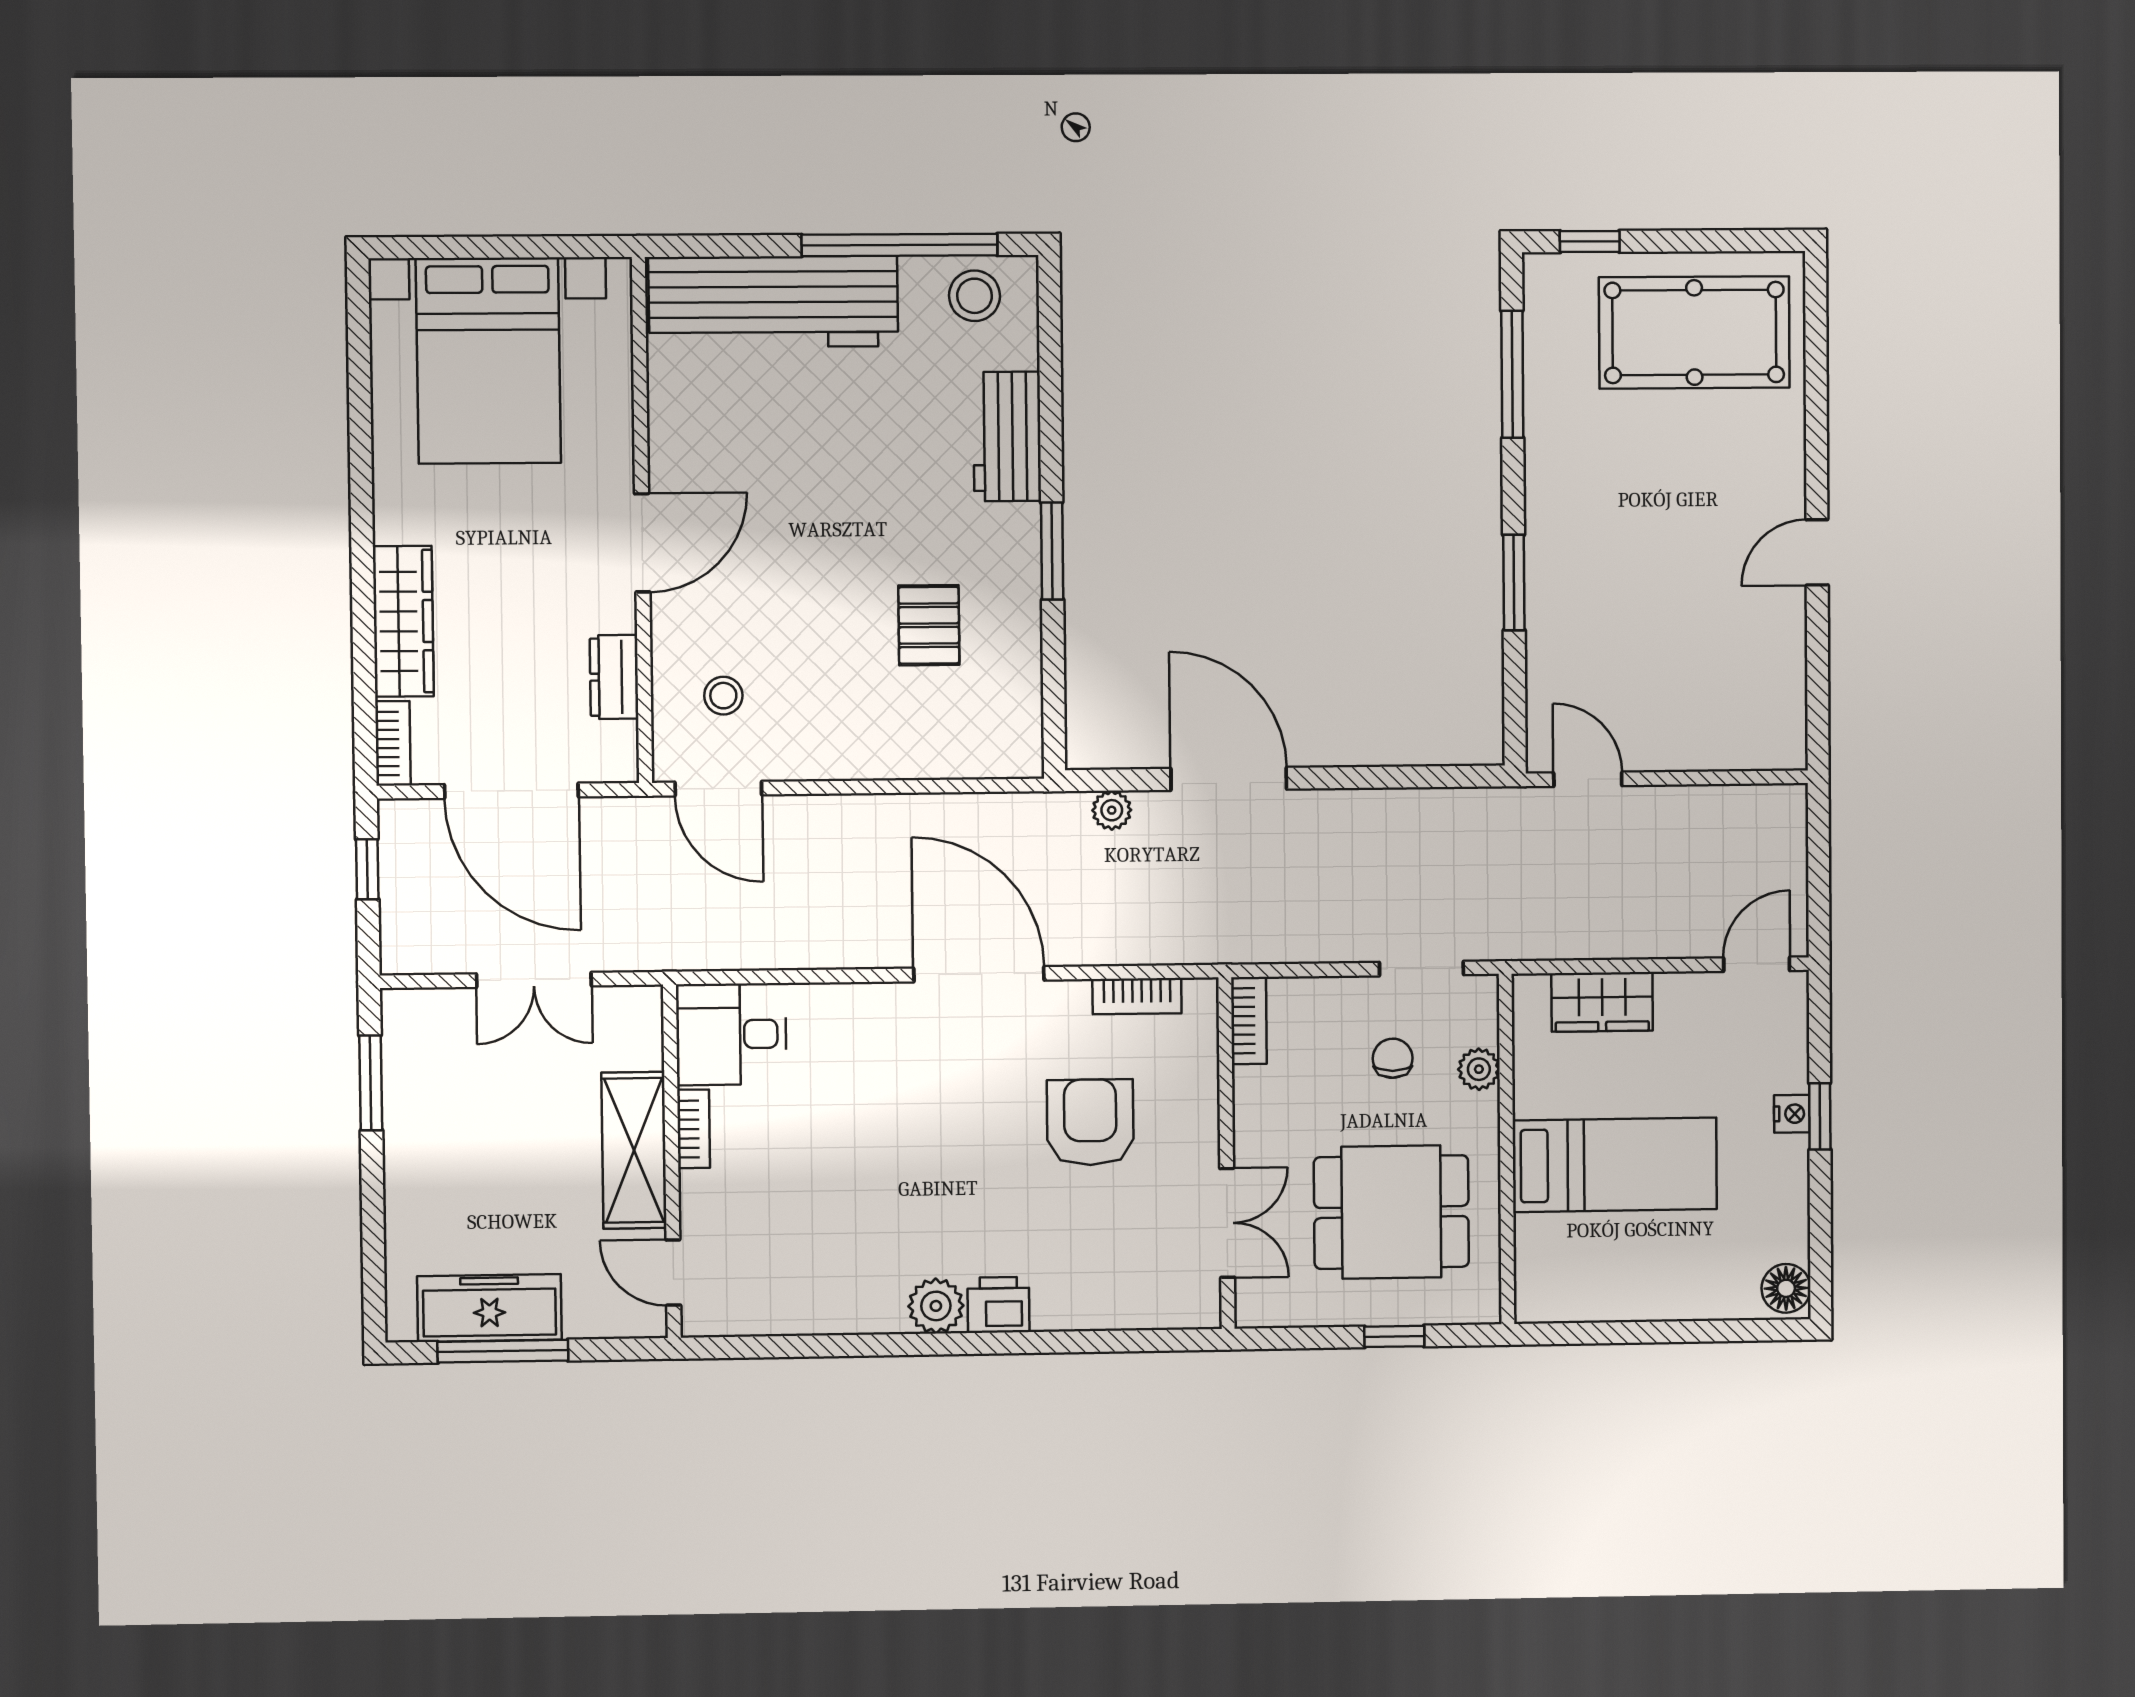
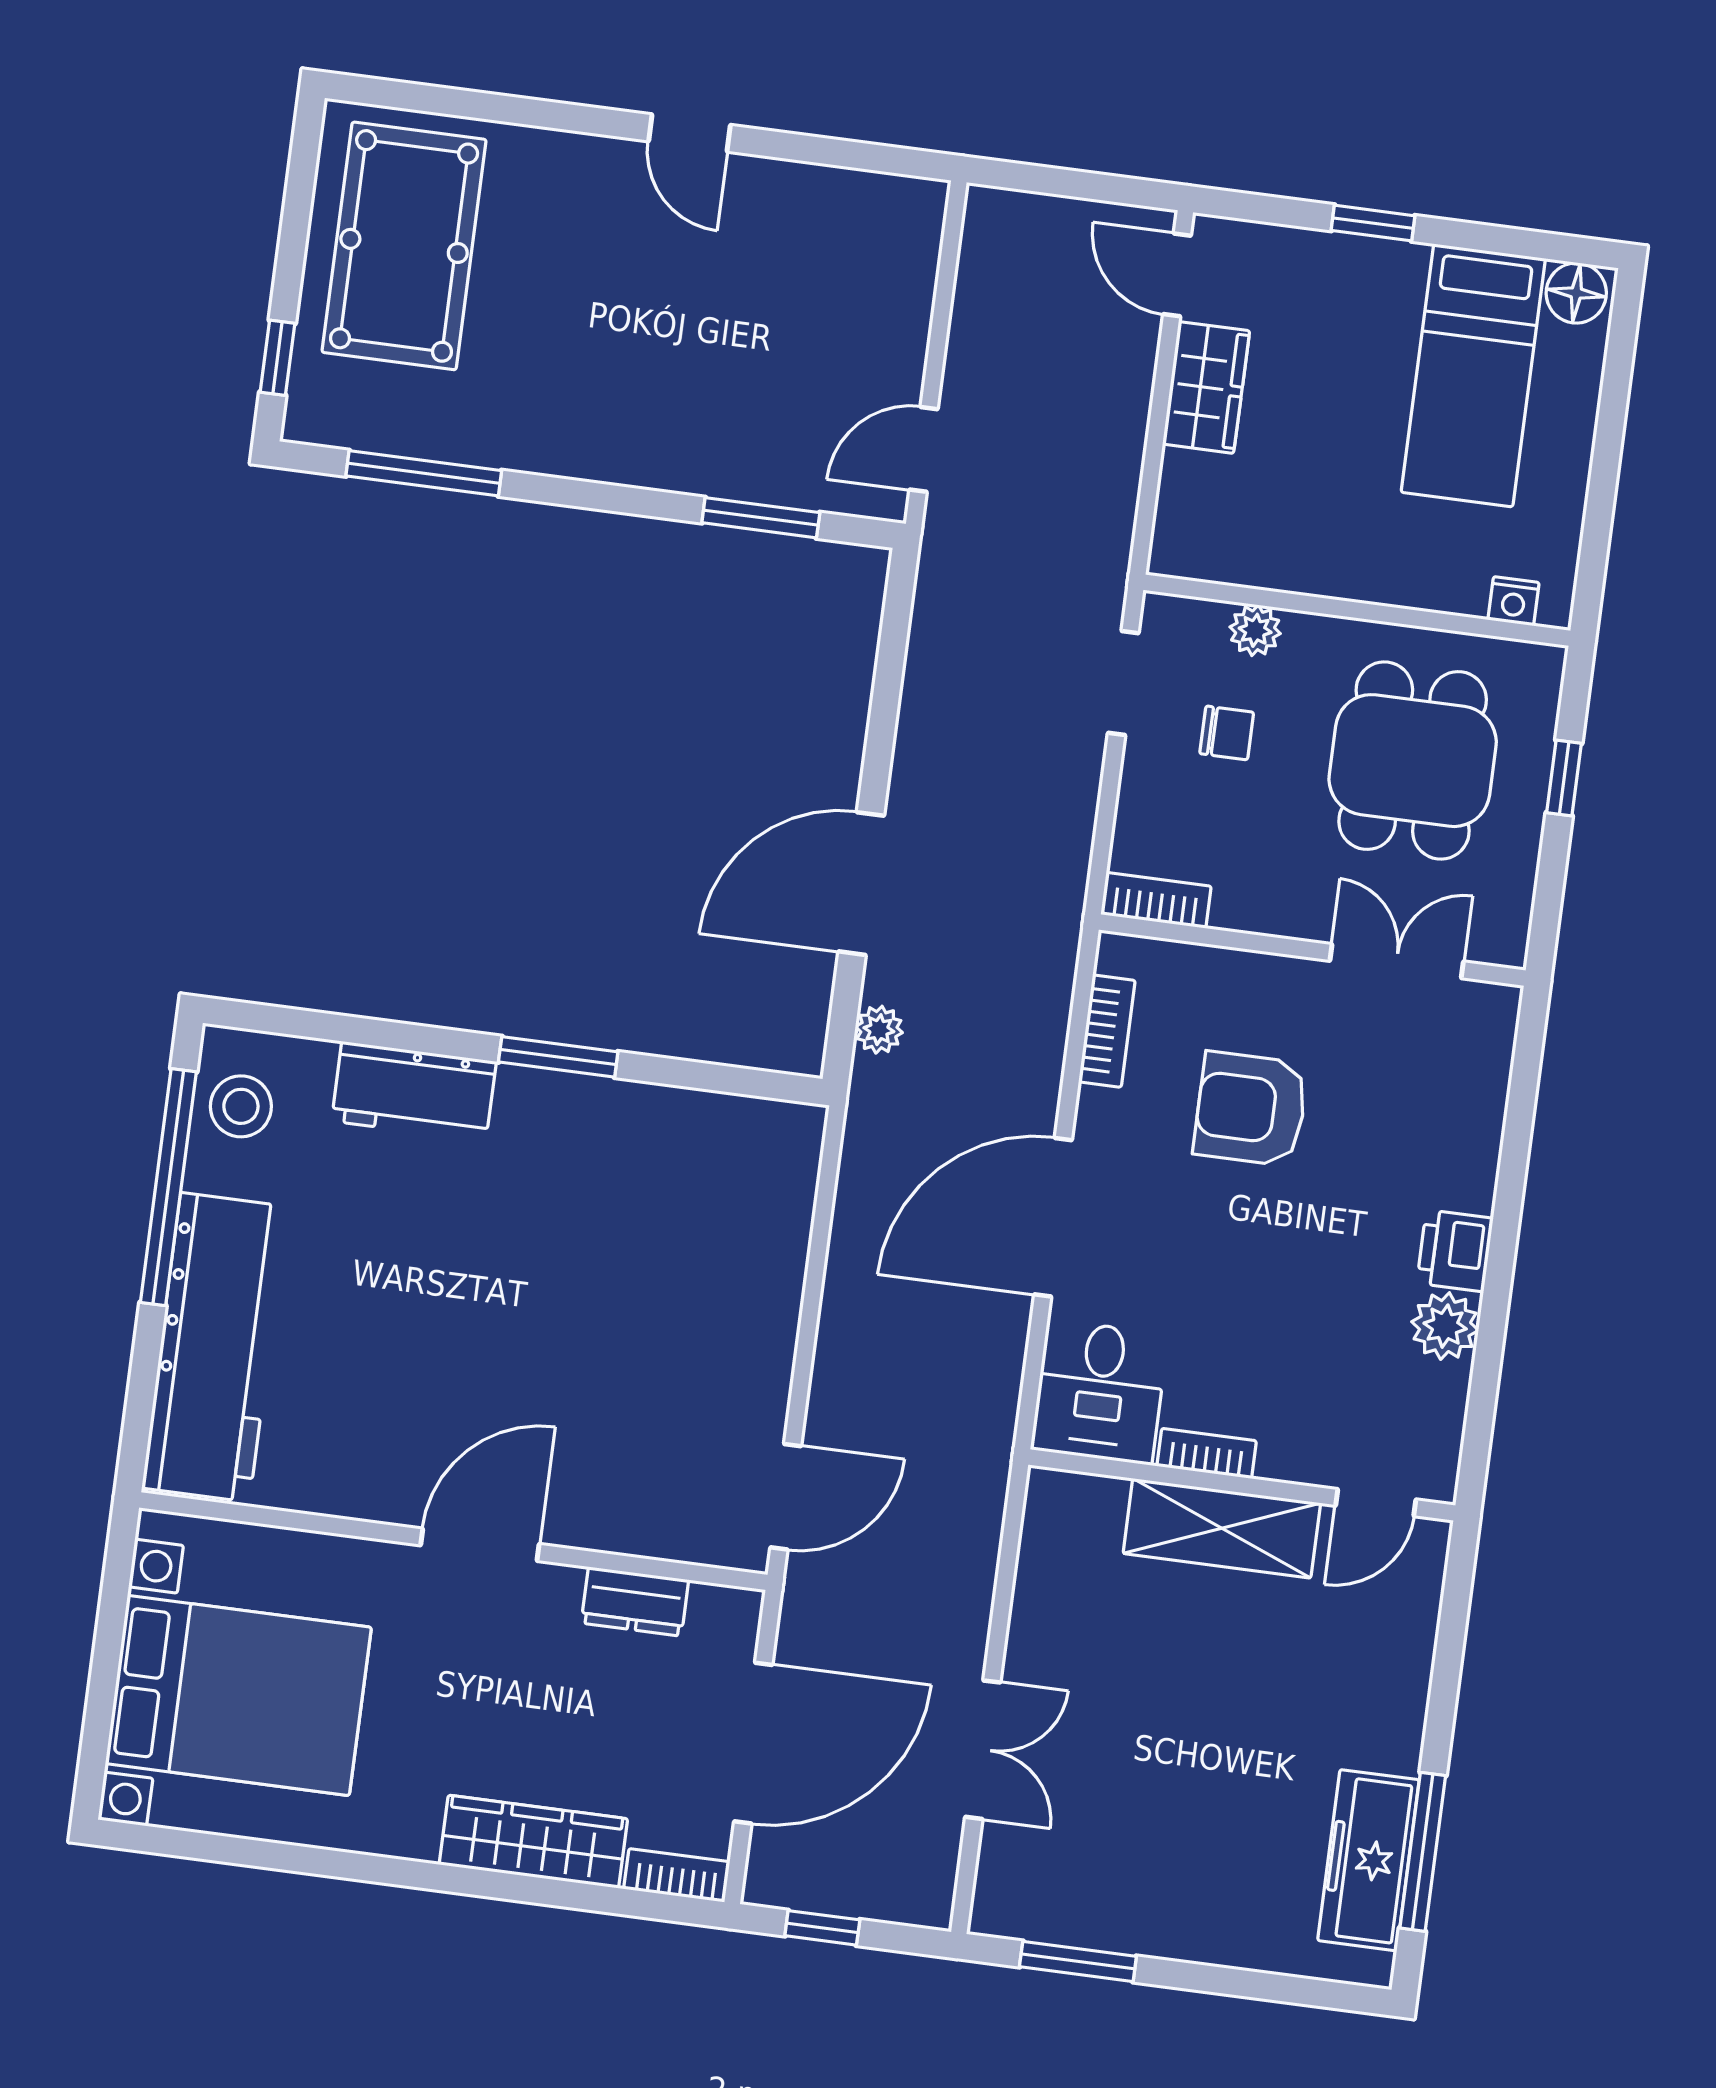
door: (642, 543) -> (480, 1545), hinge flipped
window: (1514, 583) -> (761, 518), moved
pallet: (929, 625) -> (626, 1217), removed
stool: (723, 696) -> (676, 1475), removed
wardrobe: (1602, 1002) -> (1206, 387), moved
desk: (731, 1034) -> (1099, 1392), moved
chair: (1393, 1058) -> (1227, 733), turned 180
nightstand: (1792, 1114) -> (1513, 601), moved, turned 180
bookcase: (694, 1129) -> (1207, 1453), moved
shelving: (634, 1150) -> (1222, 1528), moved
wall: (672, 1161) -> (1242, 1485), moved
bed: (1615, 1165) -> (1473, 375), moved, turned 180
door: (673, 1273) -> (1376, 1503), moved

